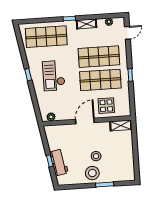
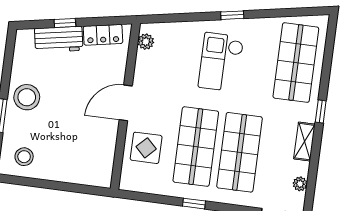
checkout: (54, 76) -> (221, 62), turned -90
door: (85, 121) -> (126, 103), swing flipped
shelving: (121, 125) -> (104, 167), removed
locker: (52, 140) -> (103, 35), added
stool: (96, 156) -> (24, 157), moved

